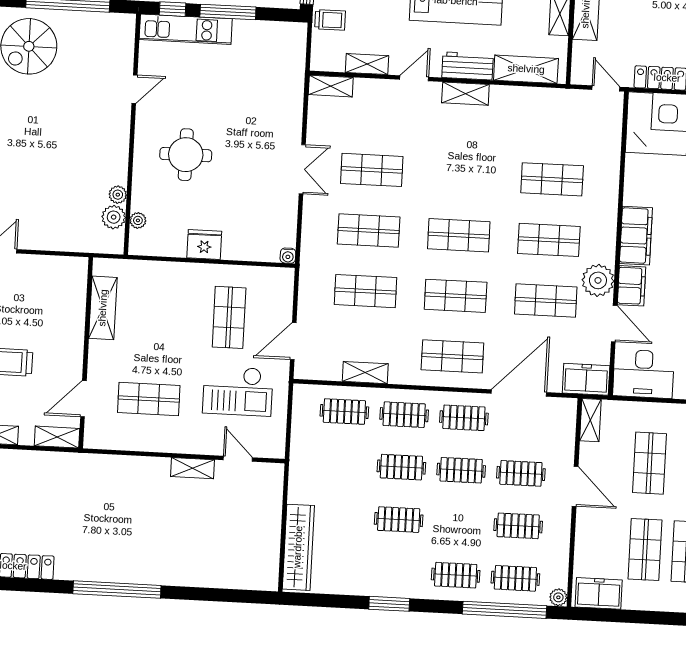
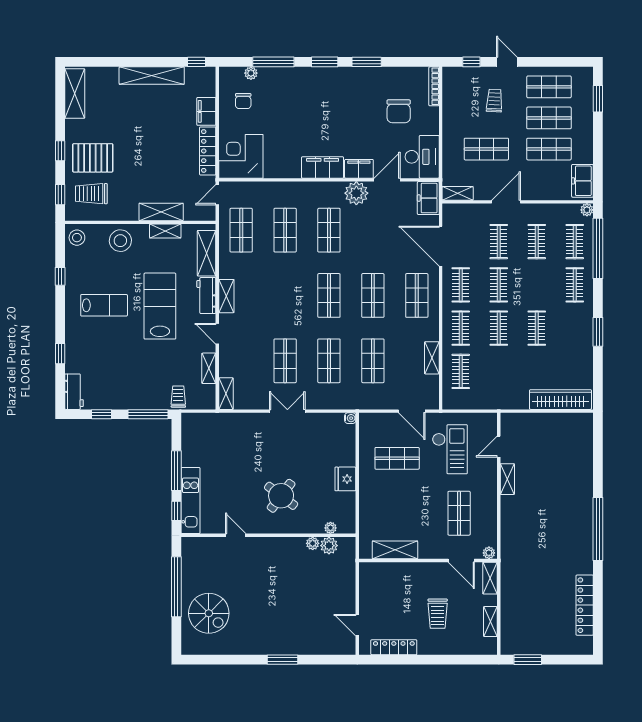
round table: (186, 155) -> (281, 496), turned 37
shop shelf: (546, 301) -> (241, 230), moved
plant: (92, 437) -> (489, 553), added

